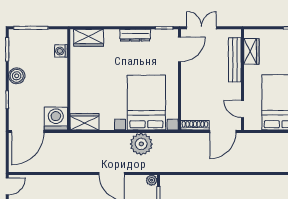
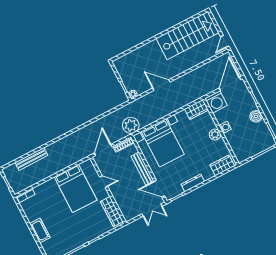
door: (179, 49) -> (159, 189), hinge flipped
washing machine: (61, 51) -> (225, 127), moved
wardrobe: (251, 51) -> (112, 212), width x1.50
bench: (235, 60) -> (142, 169), moved
plant: (78, 80) -> (215, 135), added
door: (242, 109) -> (104, 182), moved
plant: (141, 144) -> (131, 125), moved

